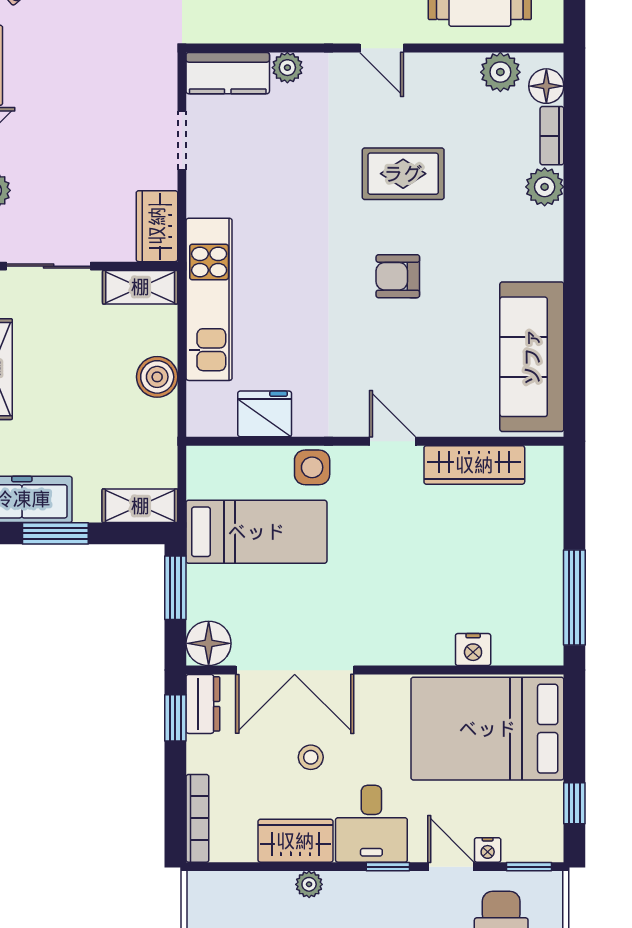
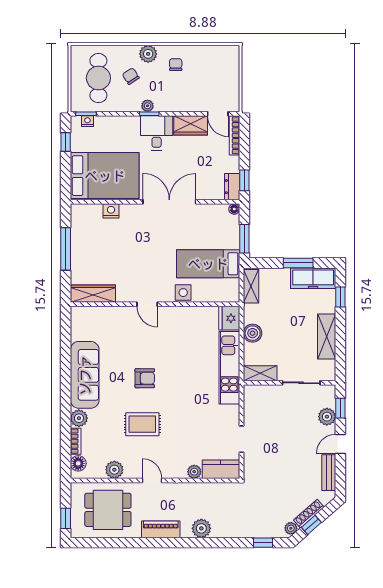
plant: (500, 72) -> (114, 470), moved
wardrobe: (157, 226) -> (253, 401), removed
sofa: (532, 357) -> (85, 375), moved
fridge: (265, 414) -> (229, 318), moved, turned 90
wardrobe: (474, 465) -> (93, 294), moved
shelving: (140, 506) -> (251, 286), moved, turned 90
window: (574, 598) -> (66, 249), moved
floor lamp: (209, 643) -> (234, 209), width x0.53, depth x0.53
double door: (295, 670) -> (169, 202), moved
stool: (311, 757) -> (184, 163), removed
nightstand: (488, 850) -> (87, 121), moved
door: (451, 867) -> (218, 114), moved
plant: (309, 884) -> (147, 106), moved

